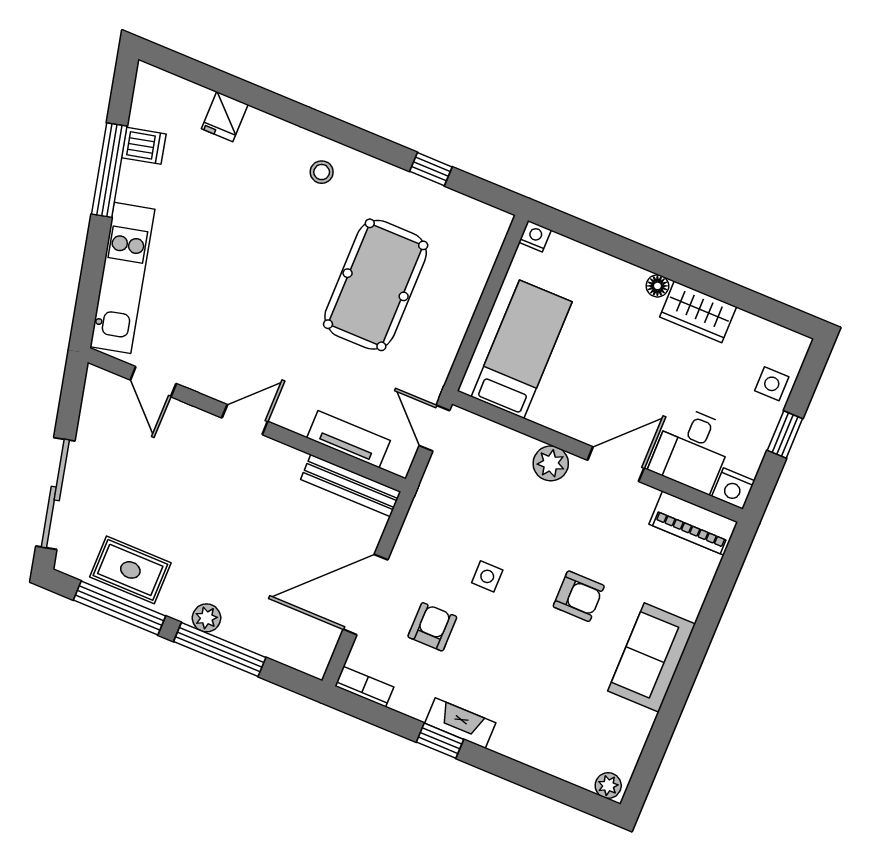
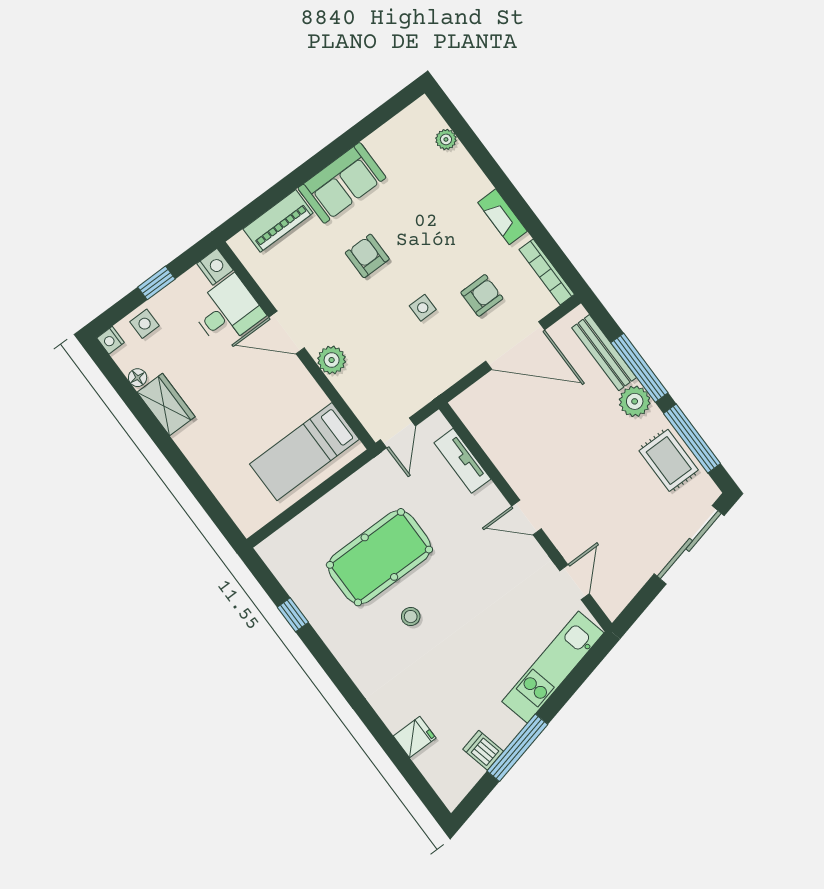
stool: (322, 172) -> (411, 617), moved
nightstand: (535, 236) -> (111, 340), moved
floor lamp: (657, 286) -> (138, 378), moved
bench: (351, 486) -> (604, 353), moved
piano: (693, 523) -> (278, 221), moved, turned 90
plant: (206, 618) -> (635, 401), width x1.38, depth x1.38
armchair: (432, 627) -> (482, 295), turned 180
bookcase: (364, 687) -> (547, 272), width x1.56
window: (440, 741) -> (524, 213), removed
plant: (608, 786) -> (446, 139), moved

